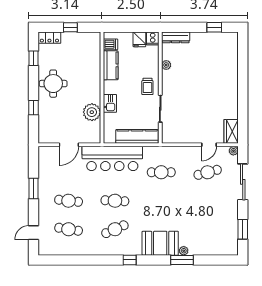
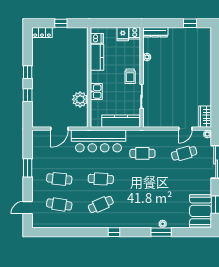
window: (33, 58) -> (28, 72), moved
round table: (53, 84) -> (45, 74), removed
booth: (160, 243) -> (201, 211), moved, turned 90

